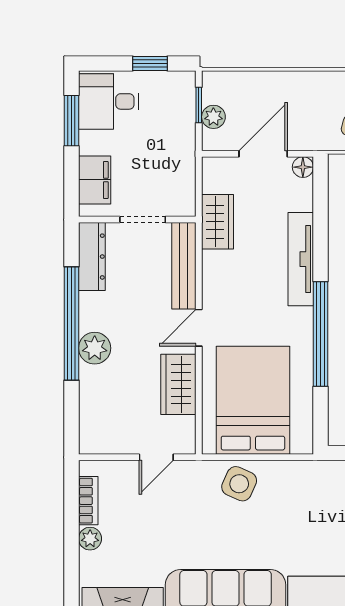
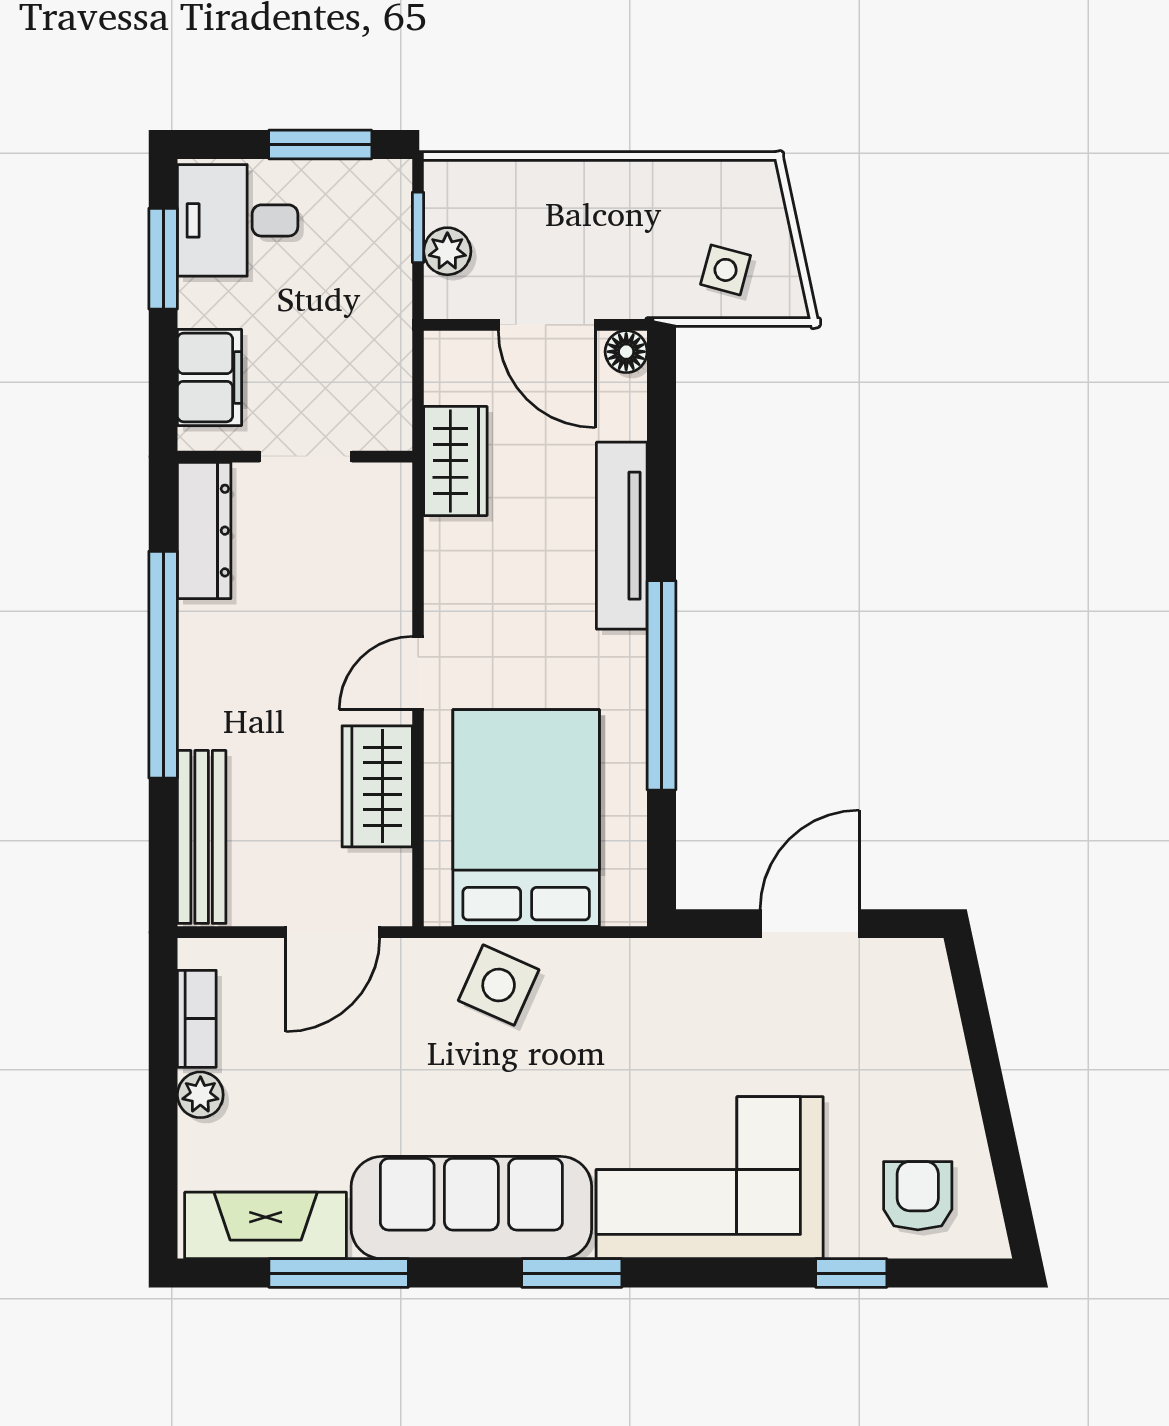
window: (150, 64) -> (320, 145), width x1.50
door: (263, 154) -> (547, 325), swing flipped
bench: (184, 266) -> (202, 837), moved
plant: (95, 348) -> (209, 714), removed
door: (156, 457) -> (333, 932), width x1.38

